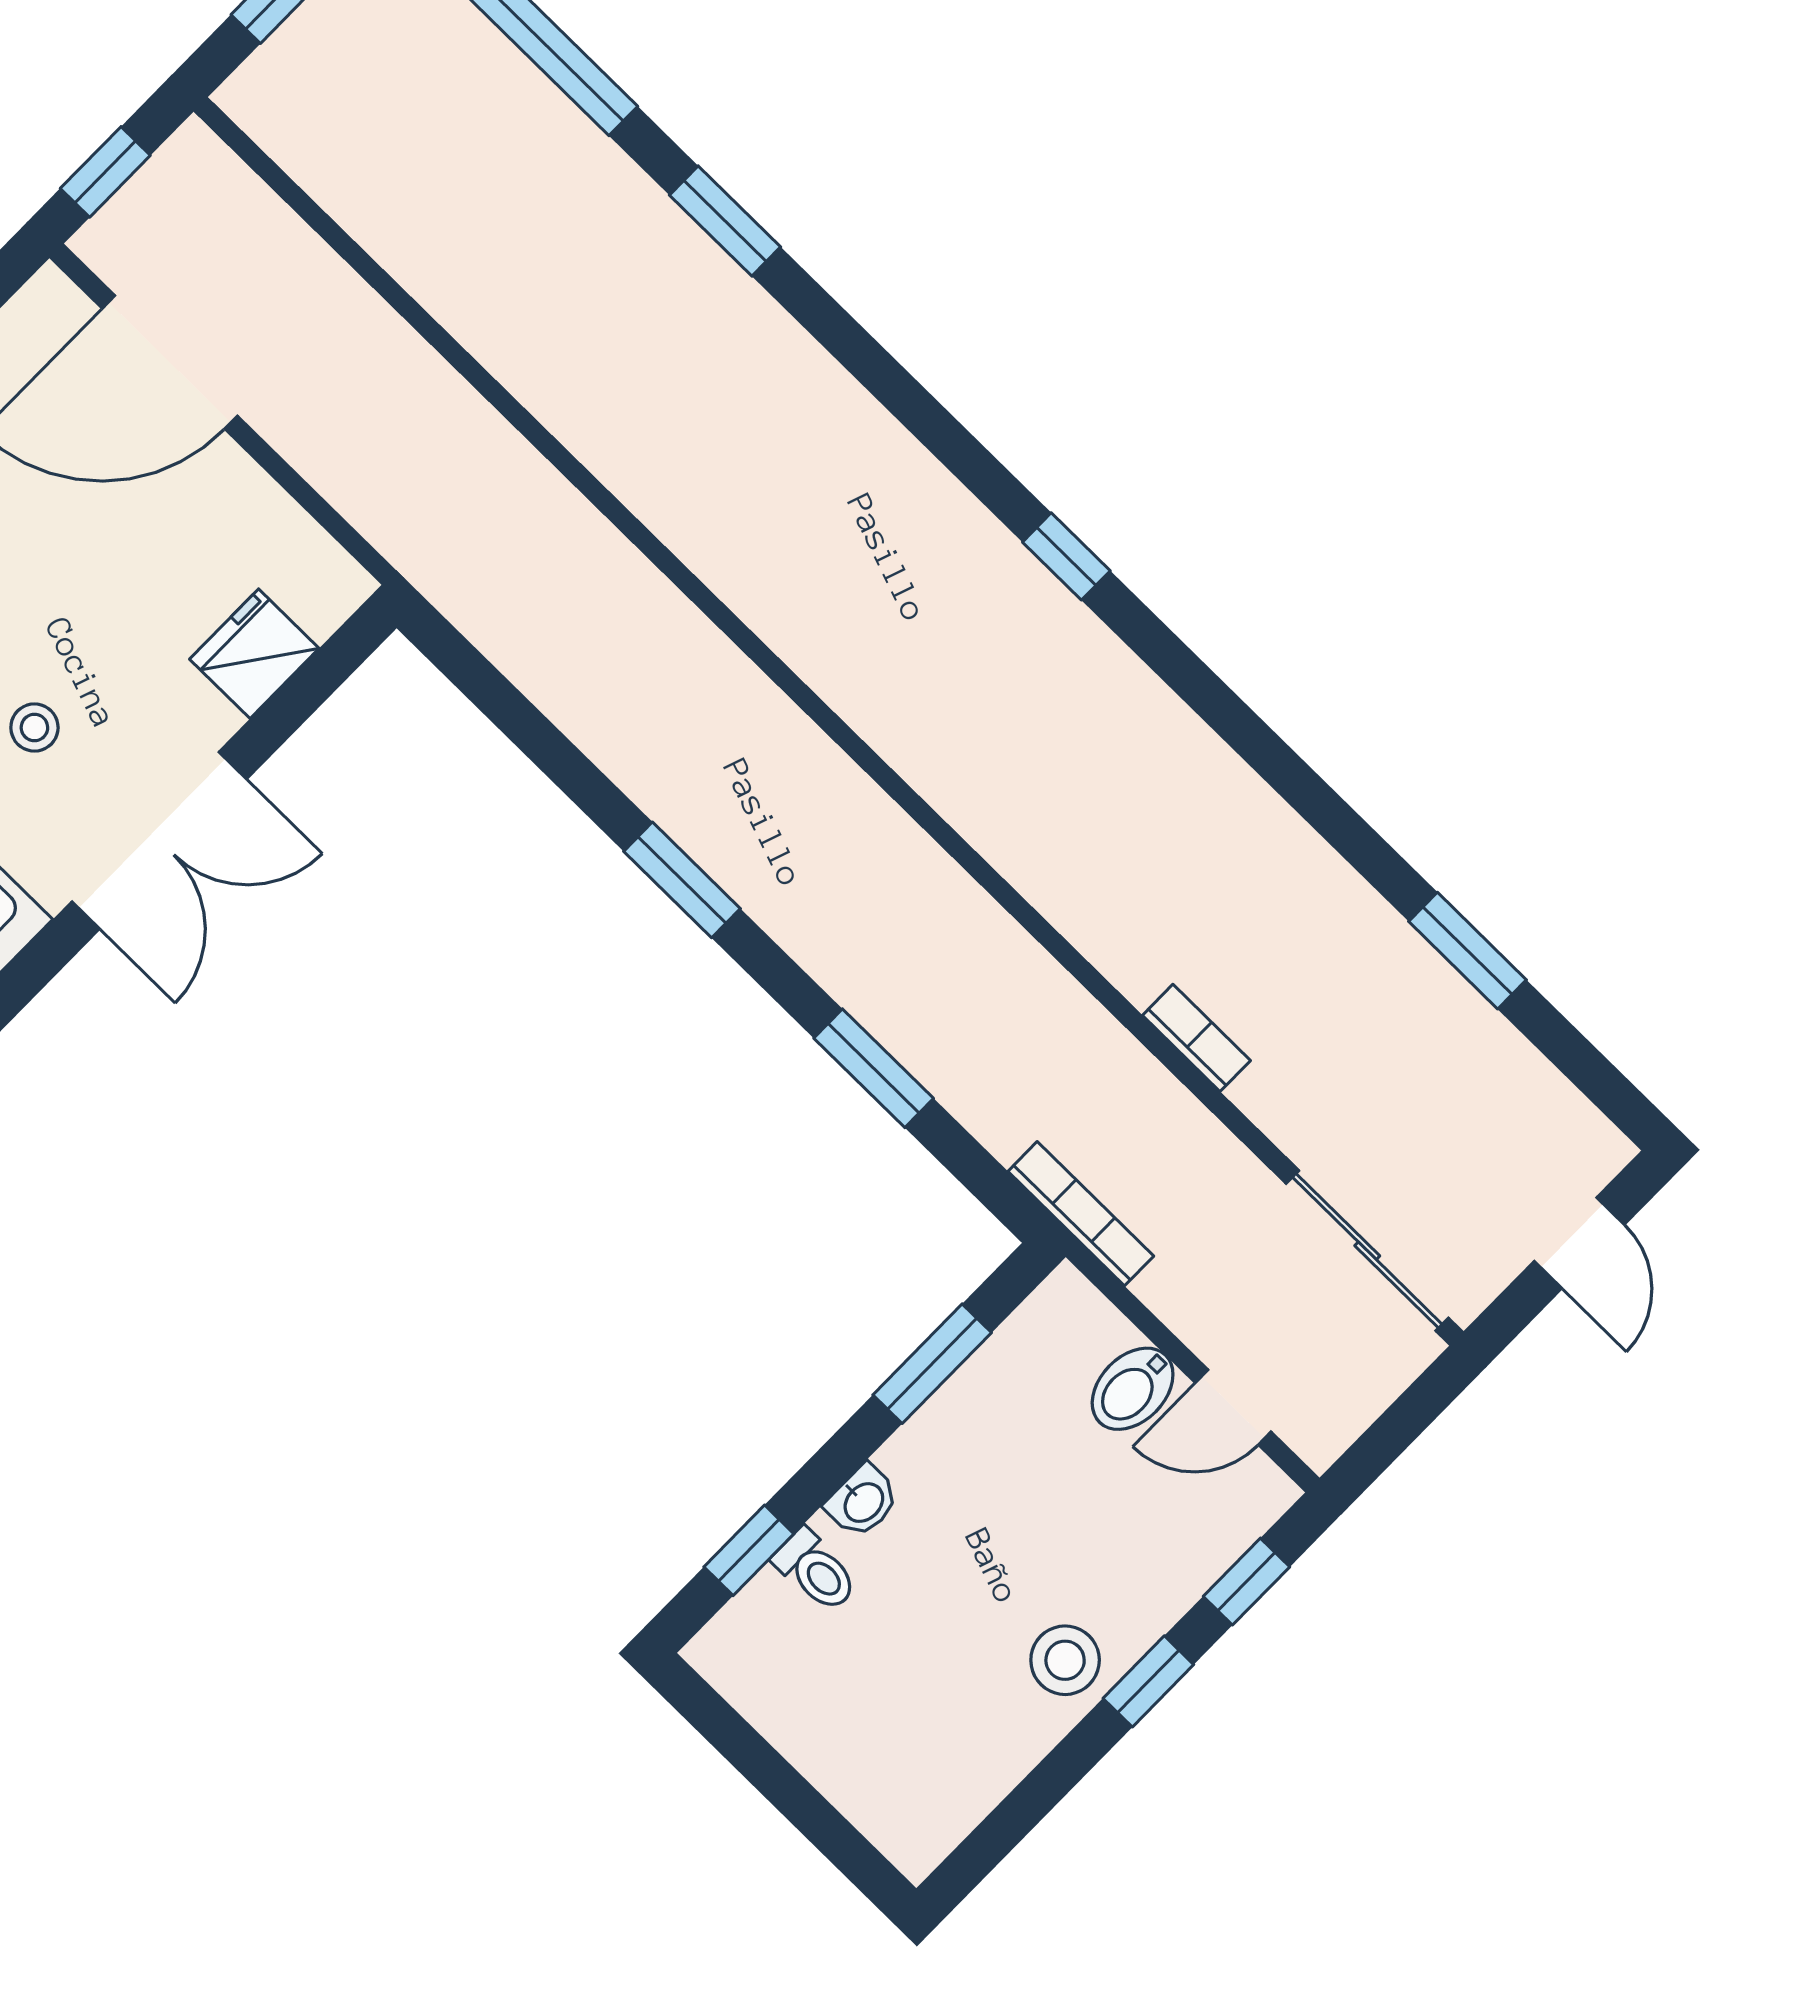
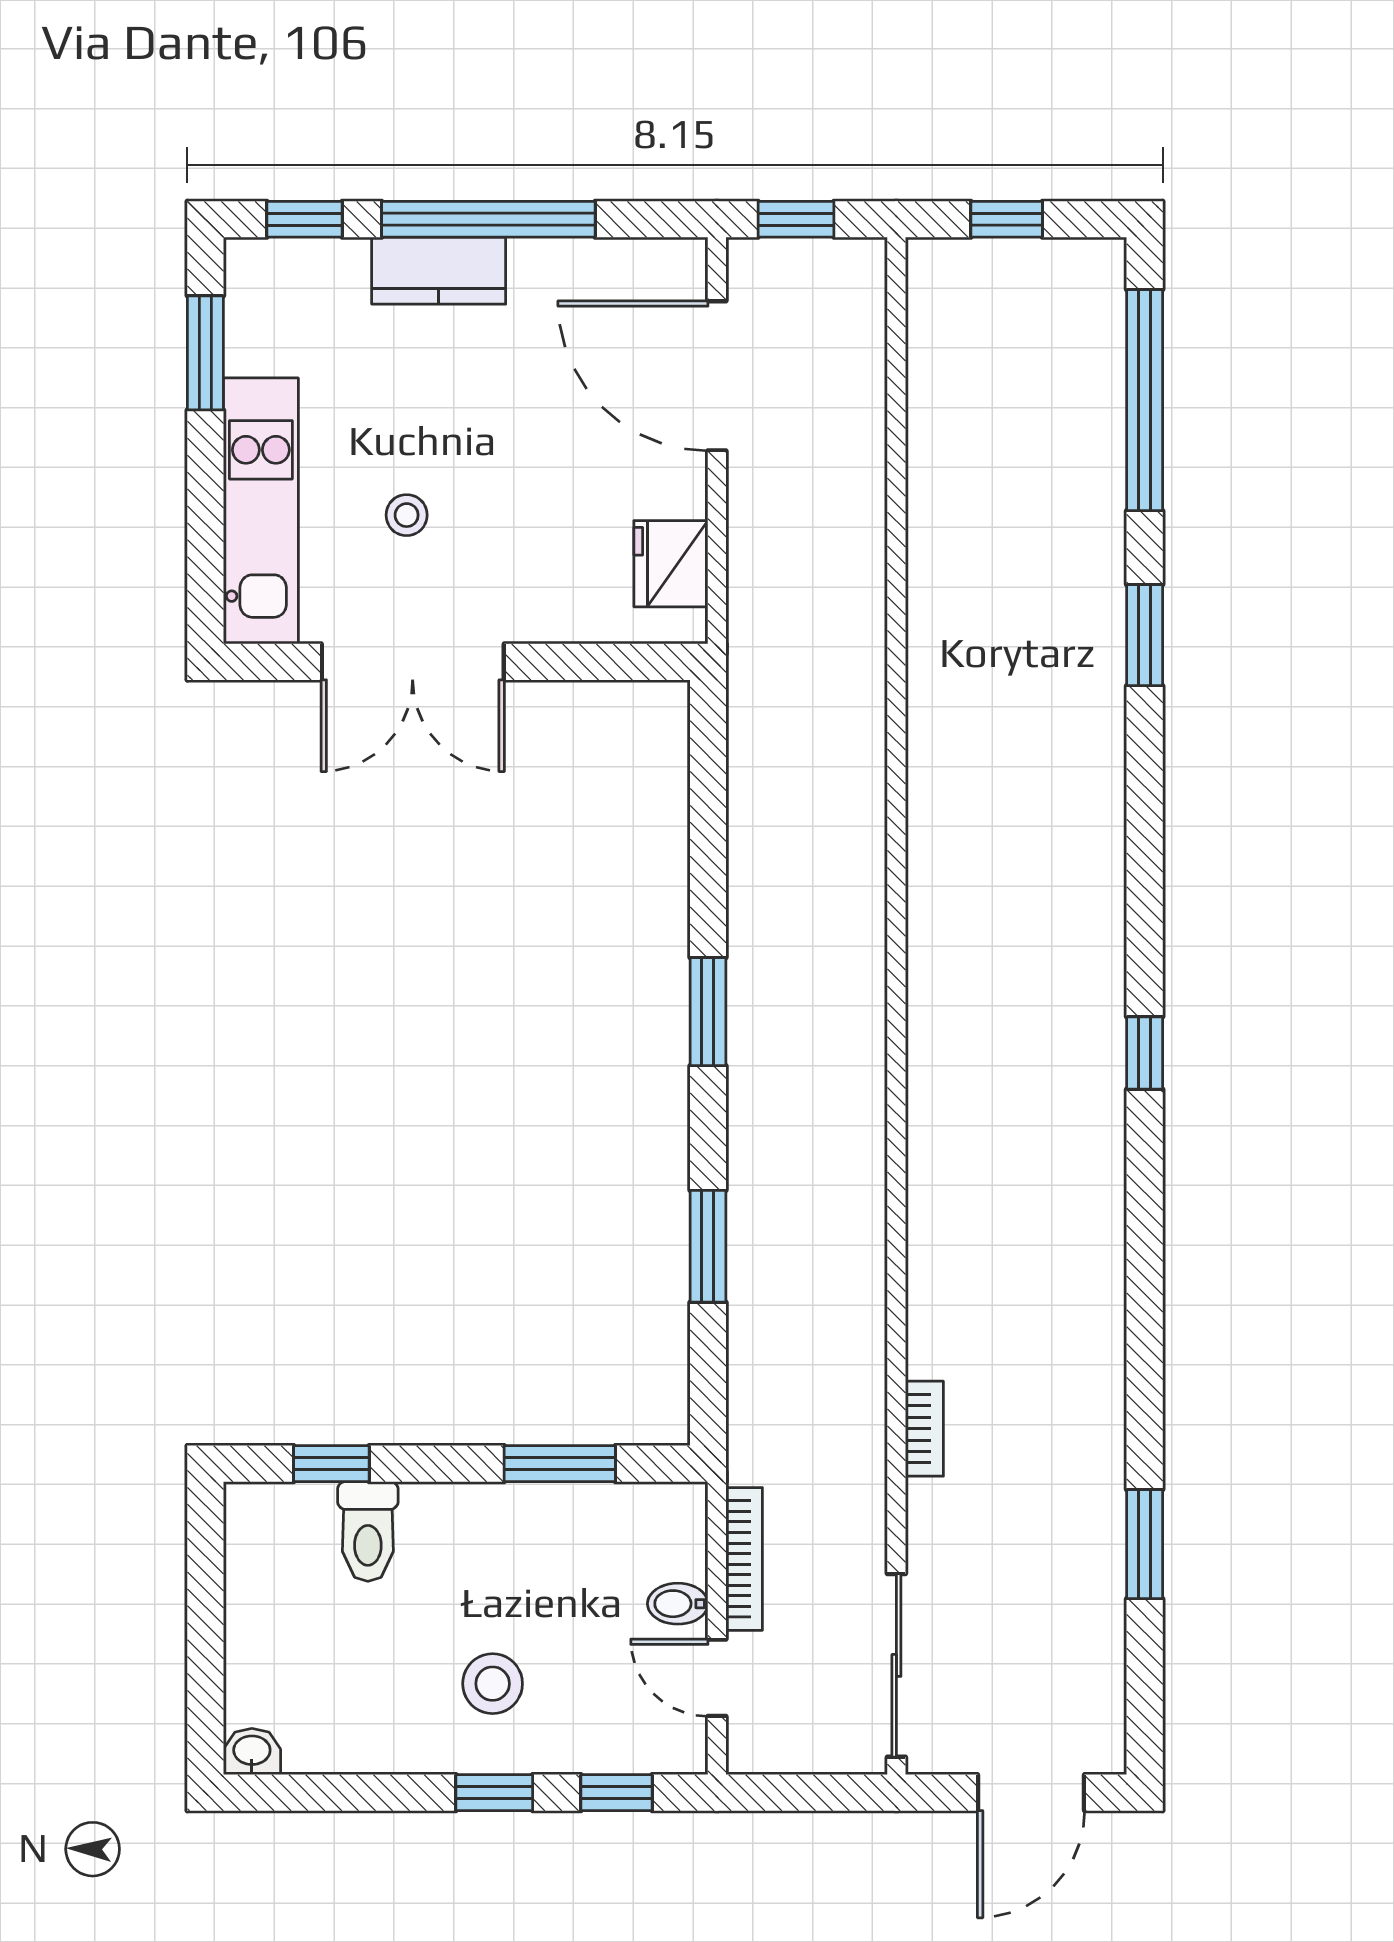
fridge: (254, 654) -> (671, 564), moved, turned -90
bookcase: (1081, 1214) -> (744, 1559), moved
door: (1579, 1243) -> (1031, 1793), width x1.38
bidet: (1133, 1389) -> (678, 1604), width x0.72, depth x0.74
washbasin: (863, 1501) -> (252, 1752), moved, turned 180
toilet: (816, 1571) -> (368, 1531), width x1.37, depth x1.39
stool: (1065, 1660) -> (493, 1684), moved

